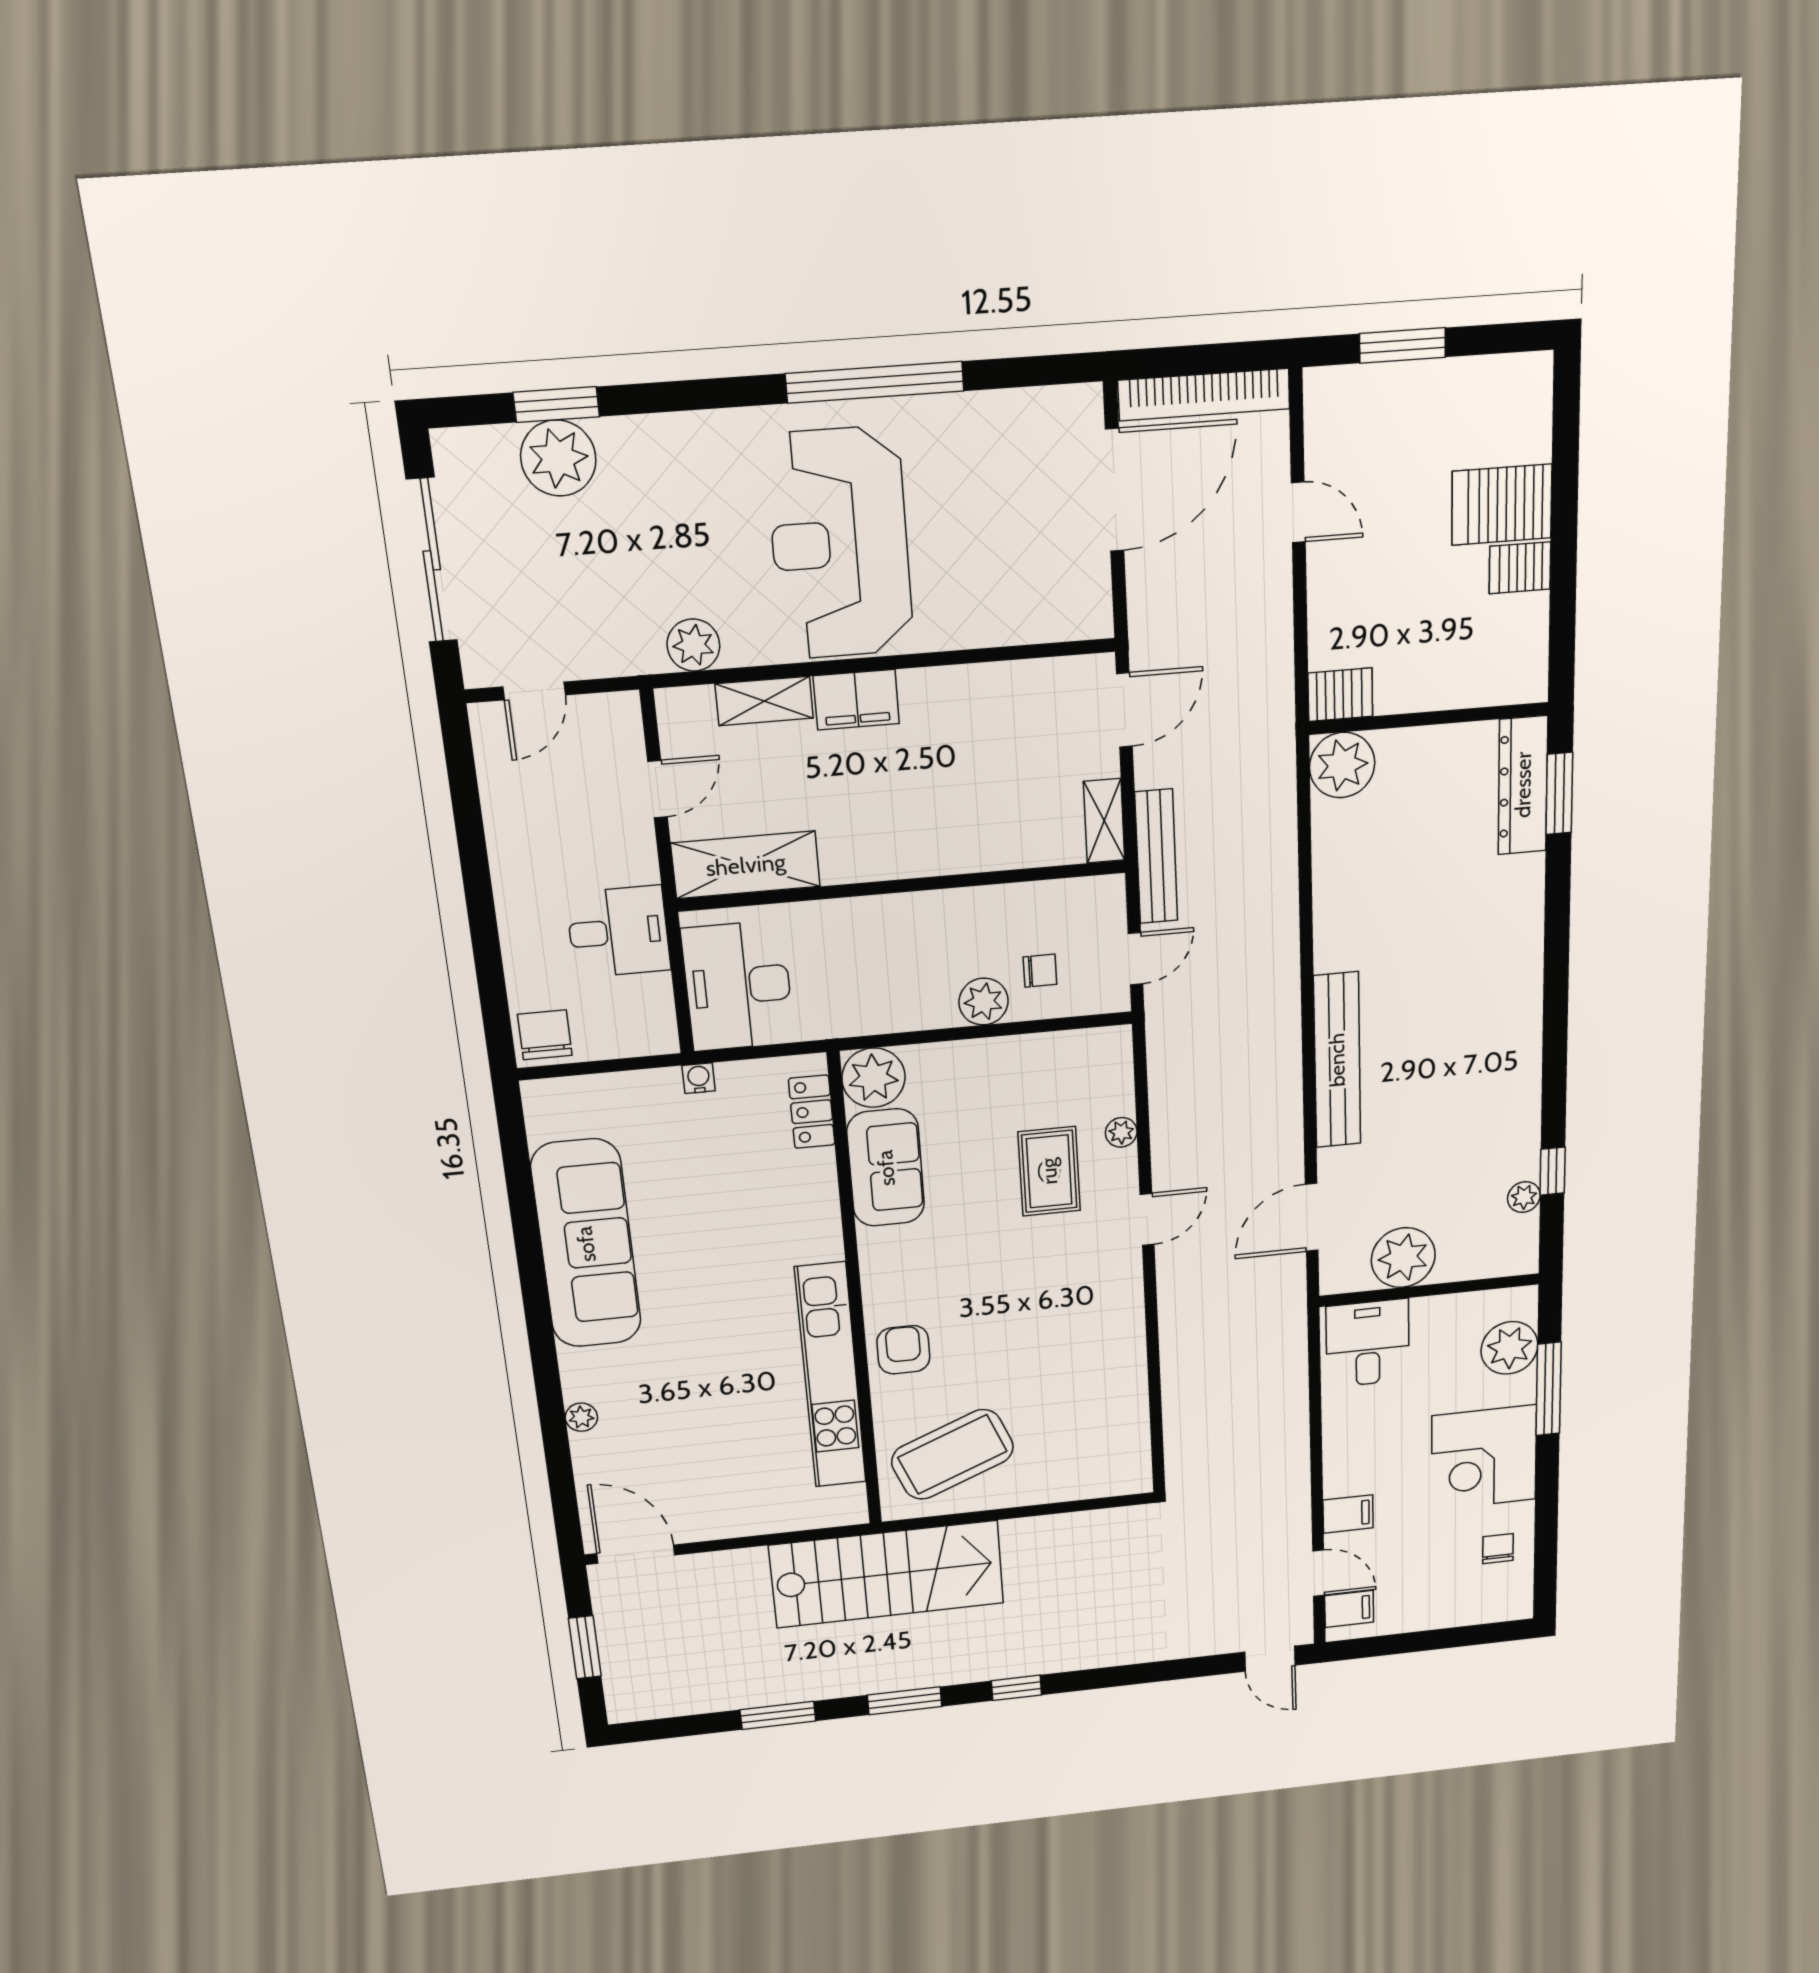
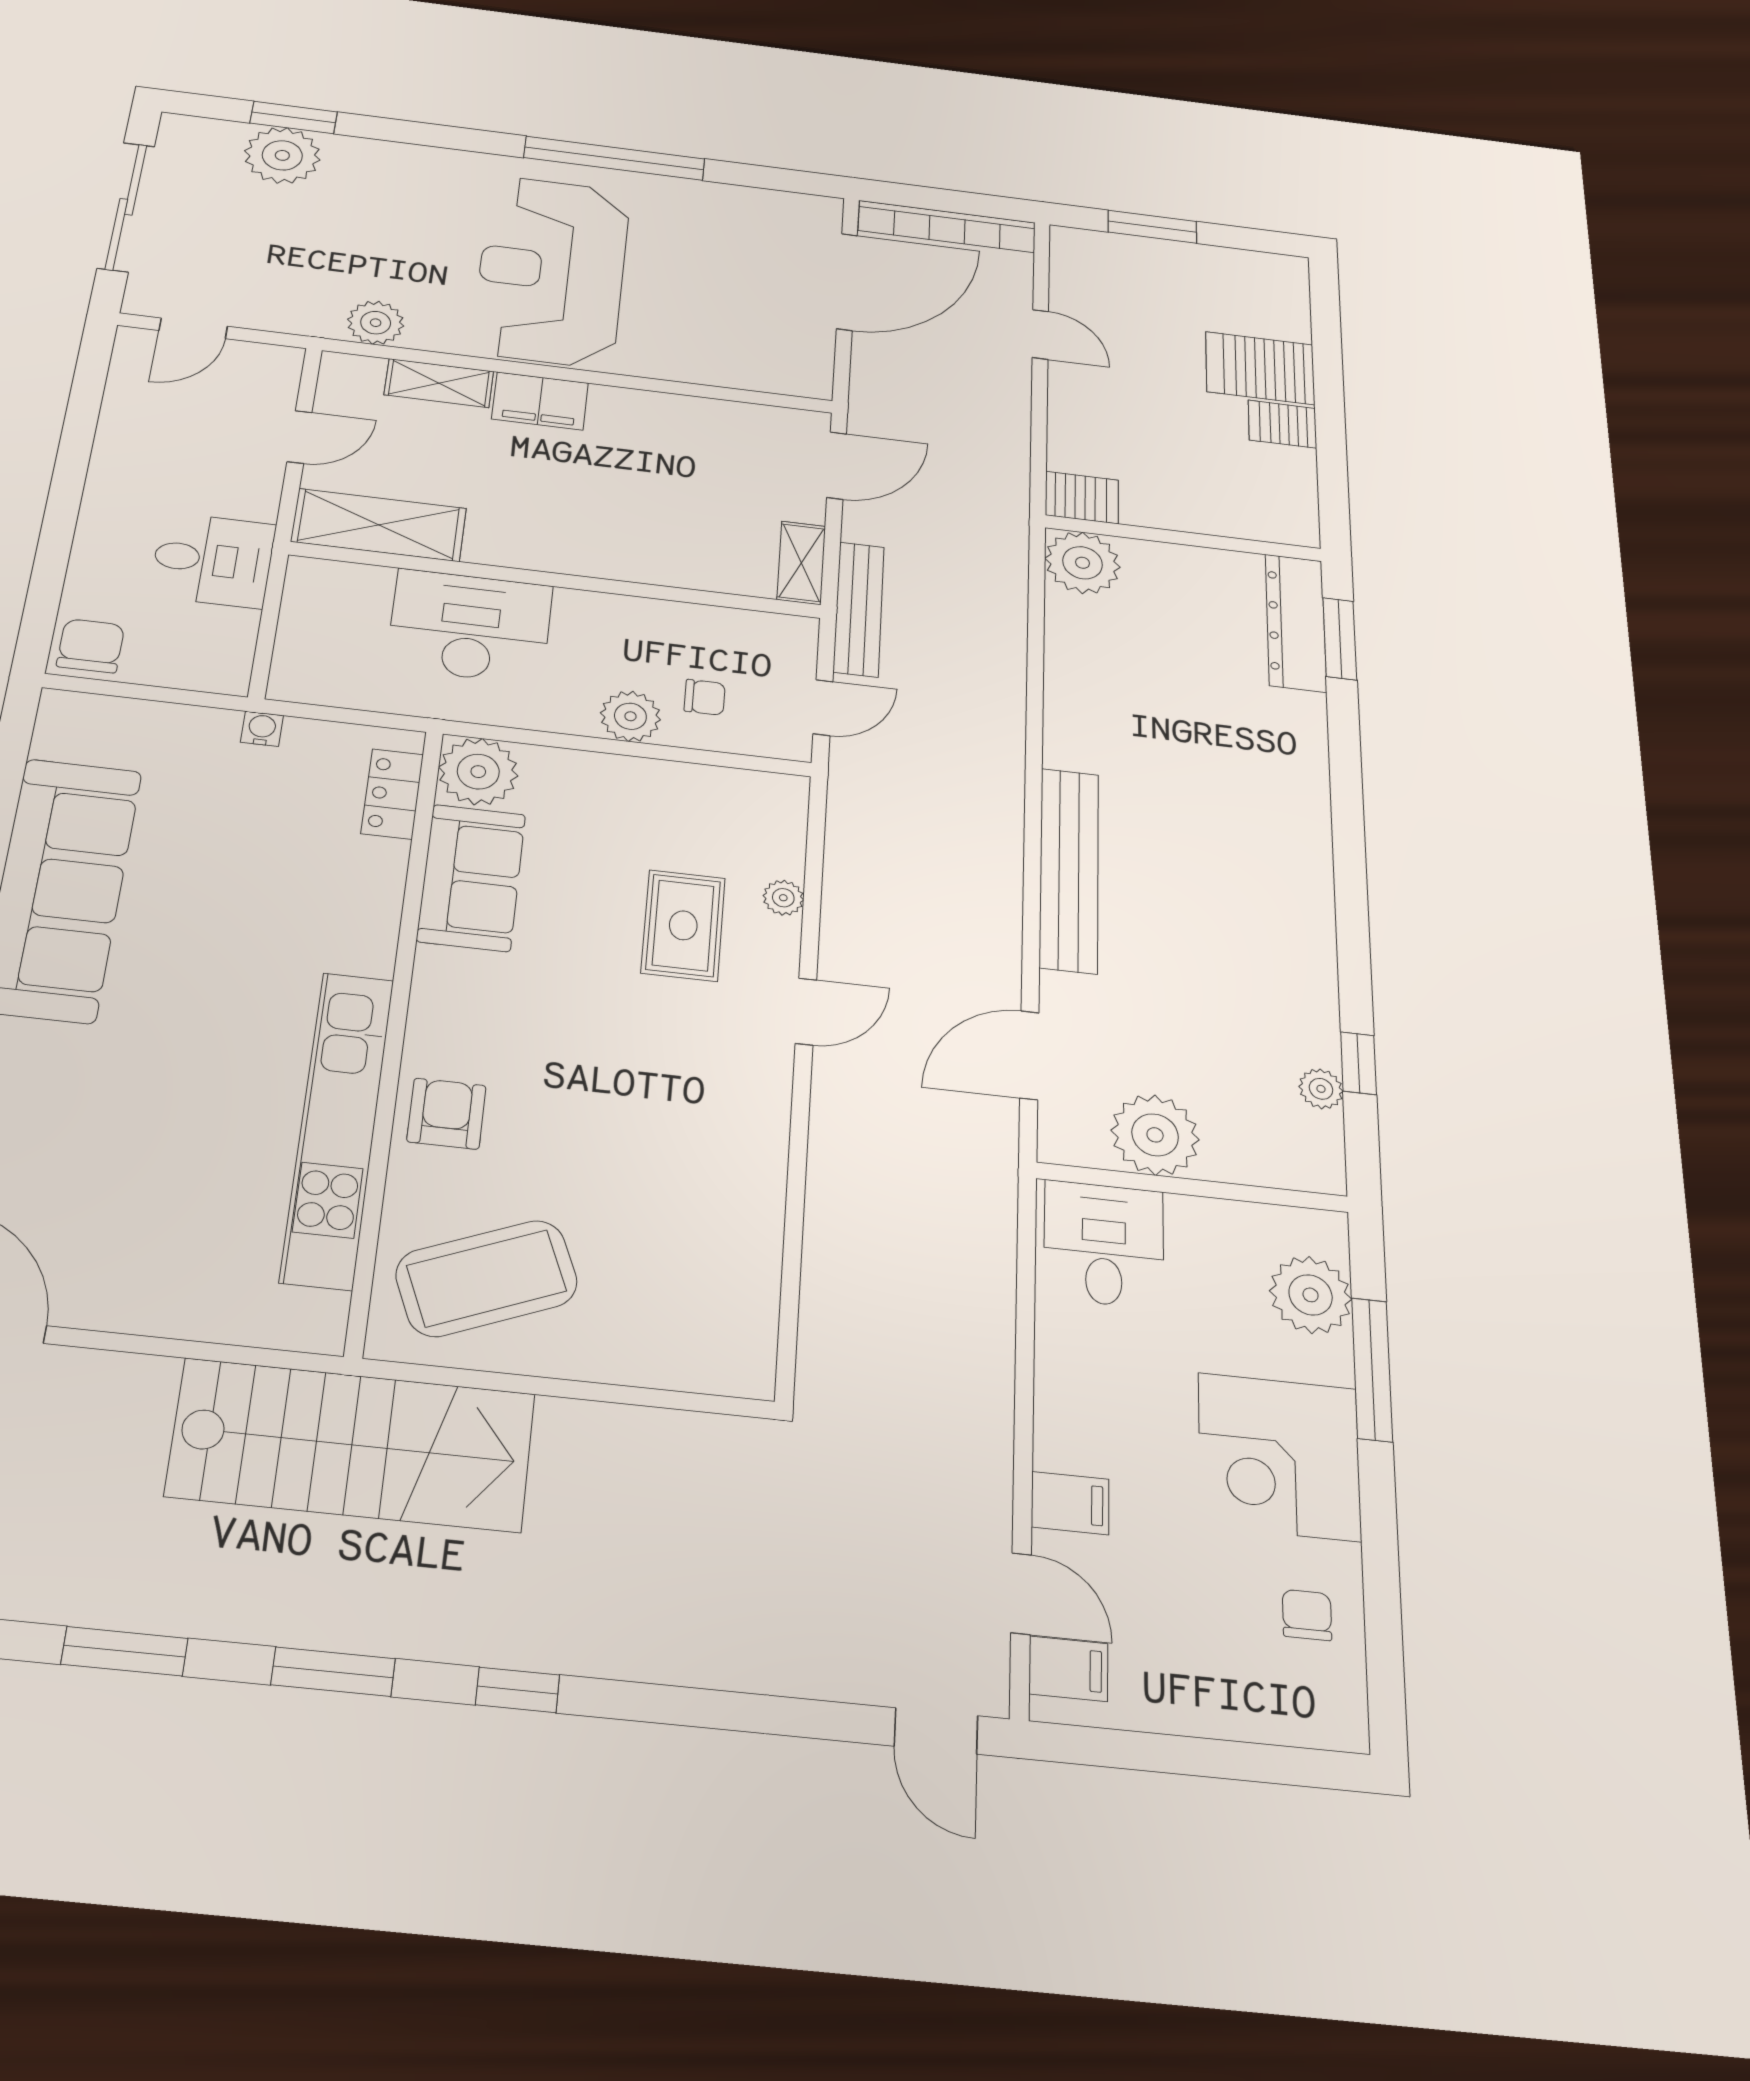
desk: (738, 986) -> (470, 626), moved, turned 90

